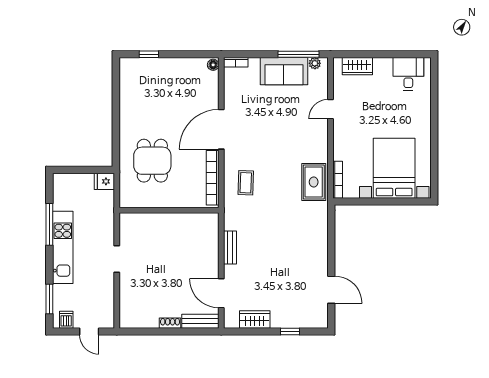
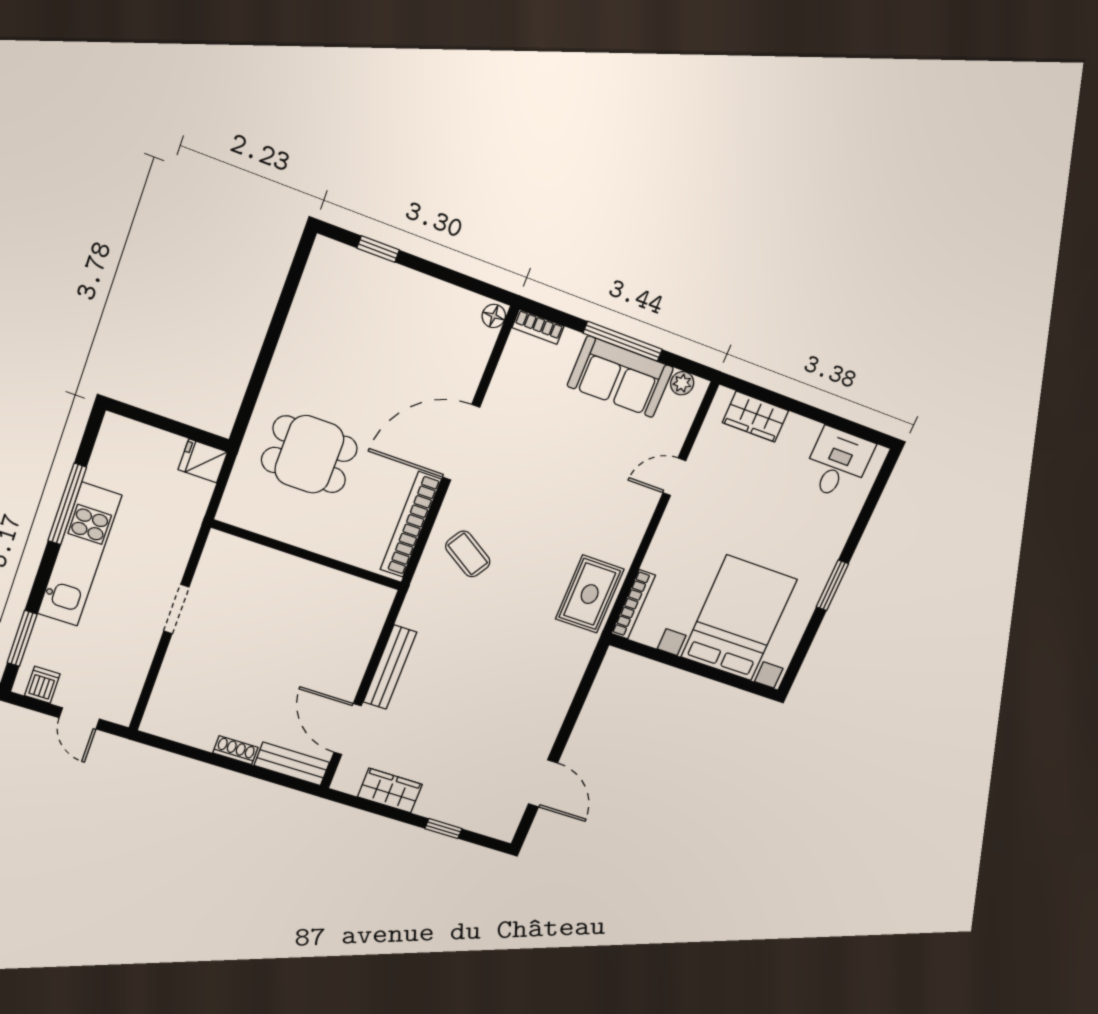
window: (298, 54) -> (623, 341), moved
window: (434, 135) -> (832, 585), added
dining table: (152, 161) -> (309, 454), turned 90
coffee table: (246, 183) -> (468, 554), turned -60
bench: (230, 247) -> (390, 667), width x1.36

